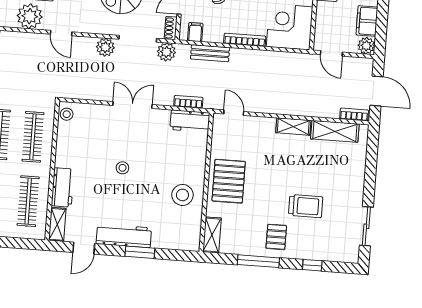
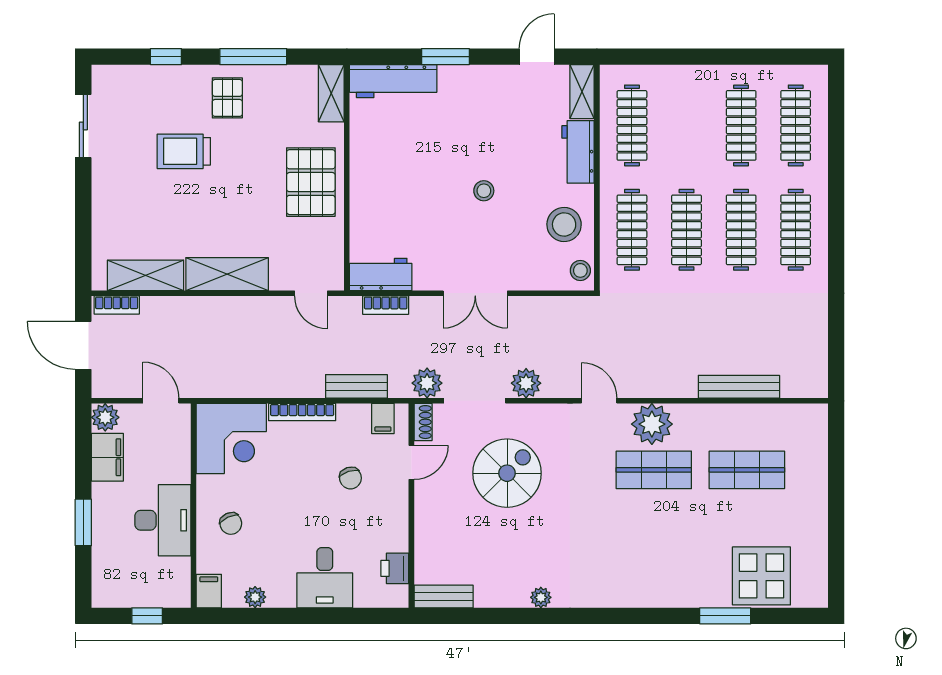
shelving: (293, 126) -> (227, 274), width x1.50, depth x1.33
stool: (182, 195) -> (564, 225), moved
workbench: (124, 236) -> (393, 81), moved

